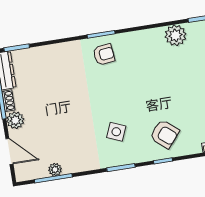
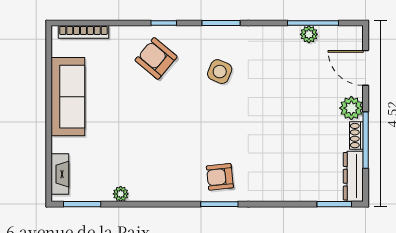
plant: (176, 35) -> (121, 194), width x0.53, depth x0.53

